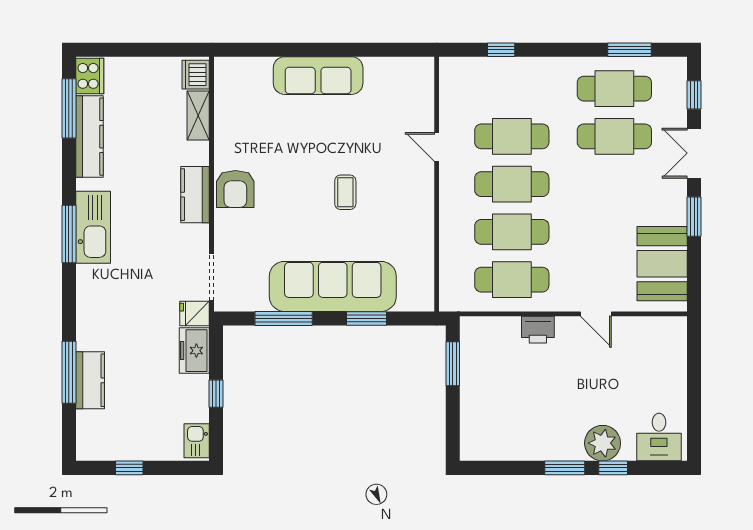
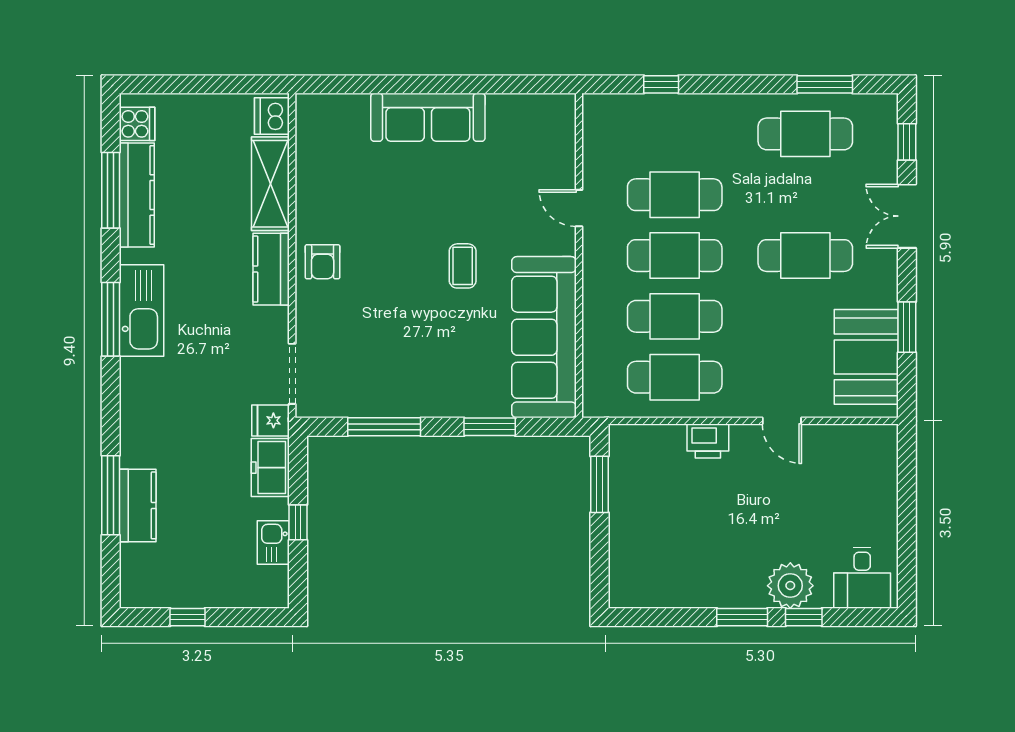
cooker: (90, 76) -> (137, 124), width x0.73
window: (69, 108) -> (111, 190), moved
shelving: (198, 115) -> (270, 184), width x1.50, depth x1.33
cafe table: (614, 136) -> (805, 256), moved
armchair: (235, 189) -> (323, 262), width x0.72, depth x0.72
window: (694, 217) -> (907, 327), moved
sofa: (333, 286) -> (544, 337), moved, turned -90
kitchen sink: (197, 441) -> (273, 543), moved

